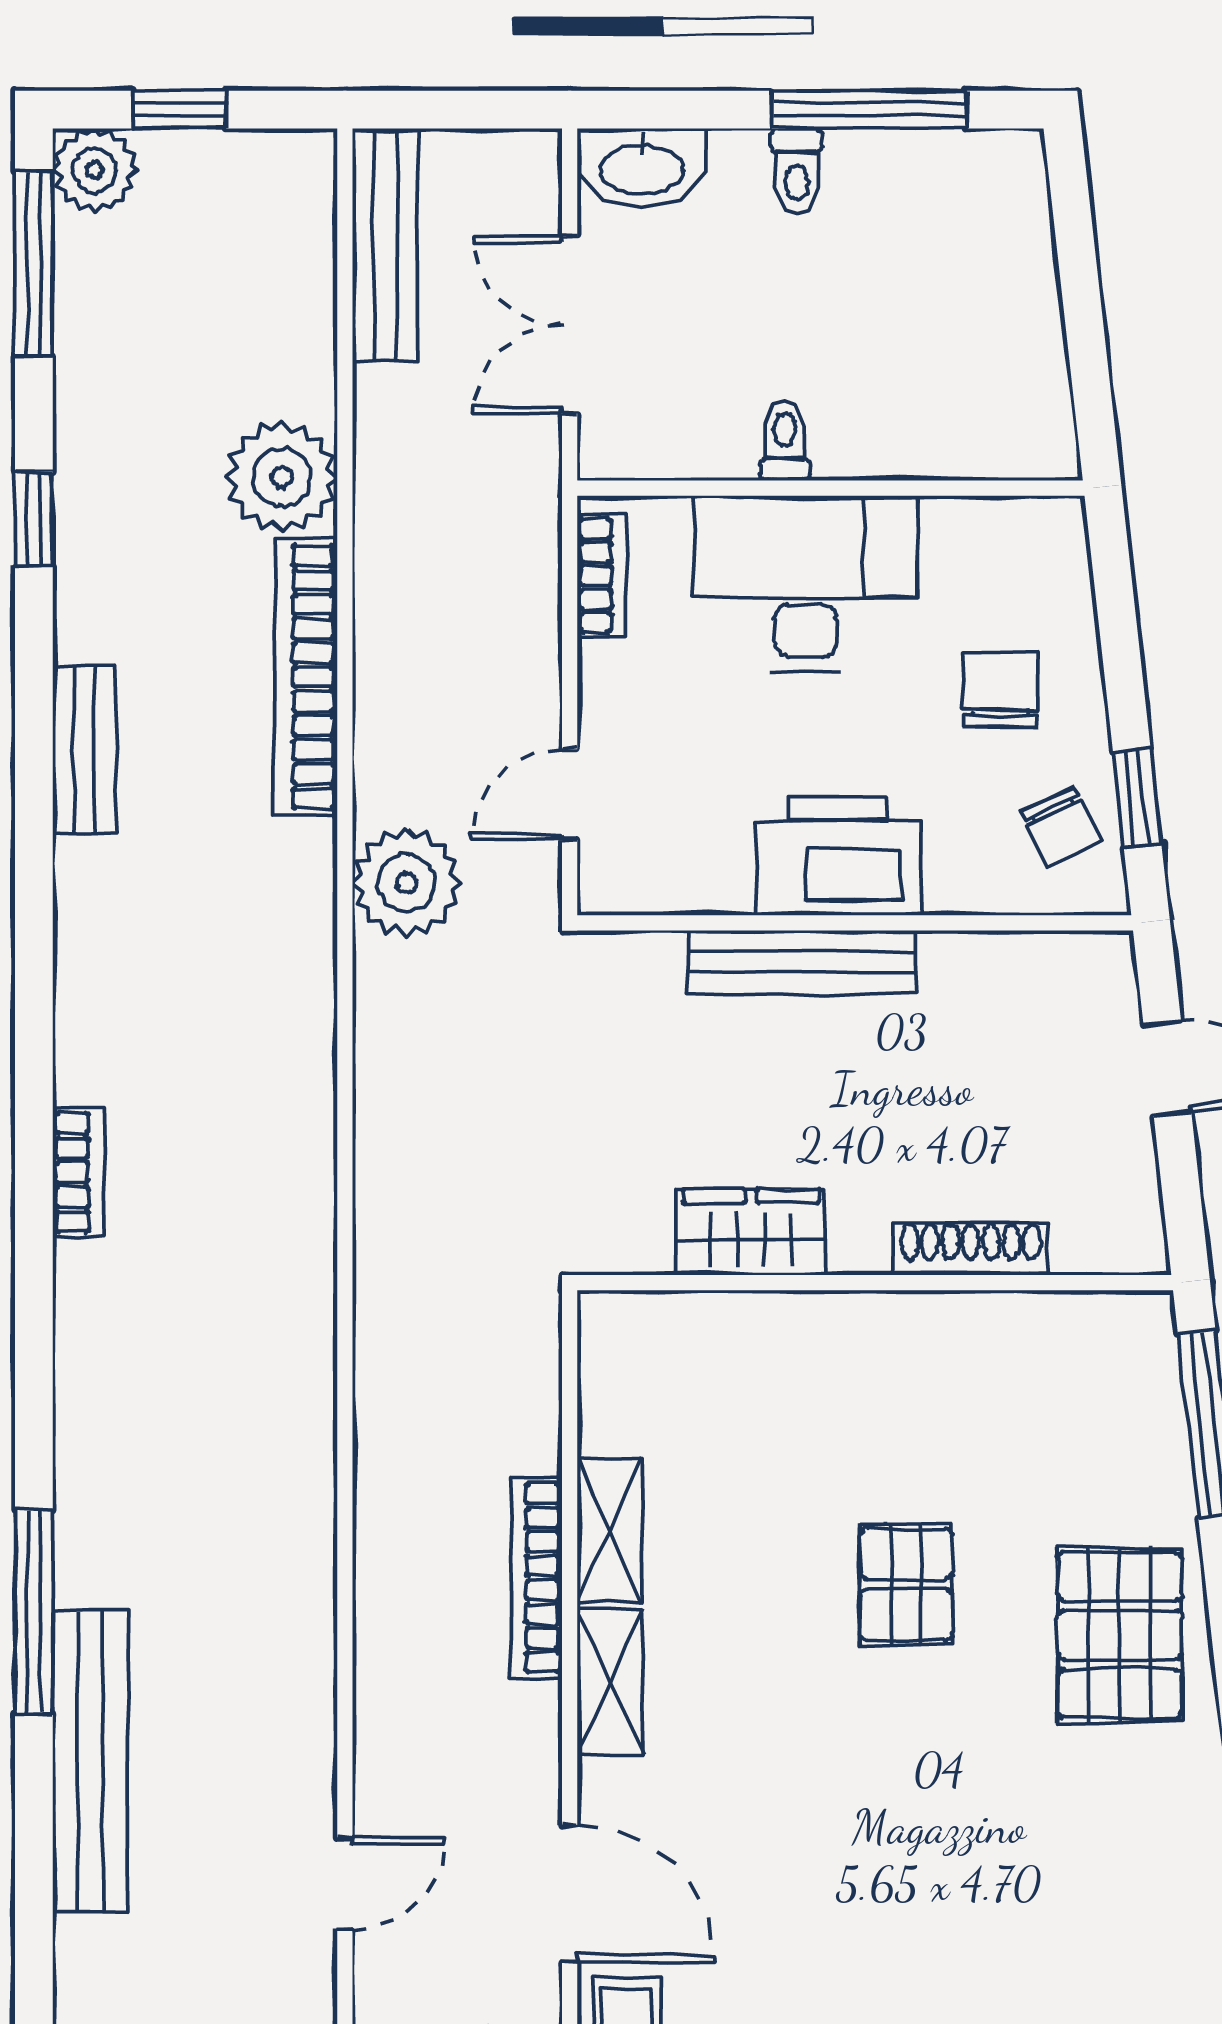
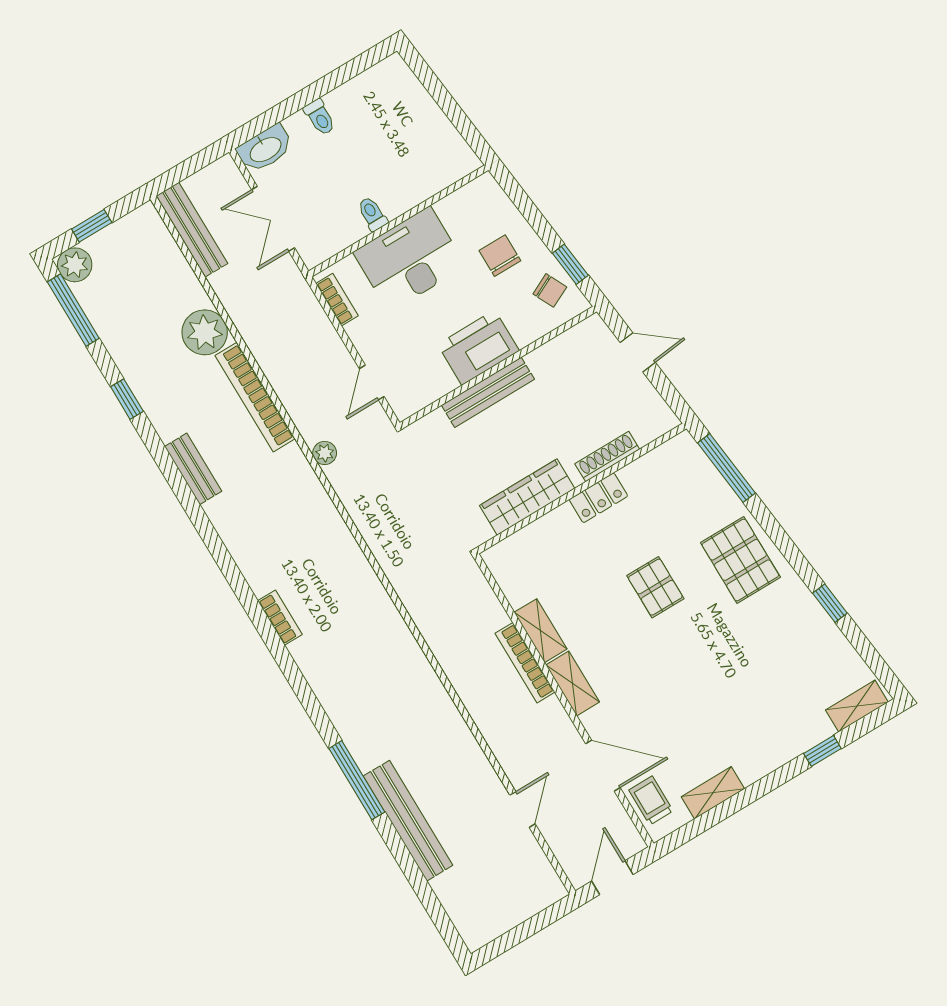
window: (869, 110) -> (332, 81), removed
plant: (406, 883) -> (325, 453), width x0.53, depth x0.53
wardrobe: (751, 1232) -> (527, 497), width x1.50
locker: (900, 1324) -> (598, 498), added

